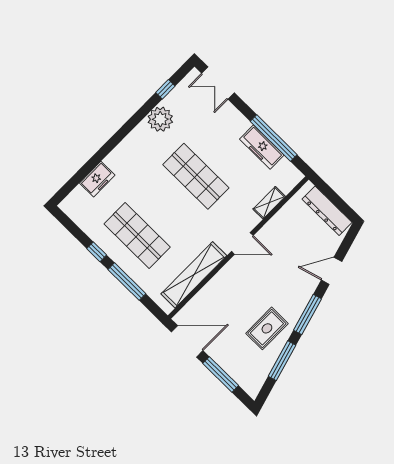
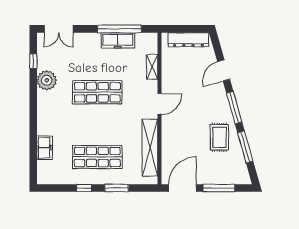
window: (127, 282) -> (117, 188), width x0.69

